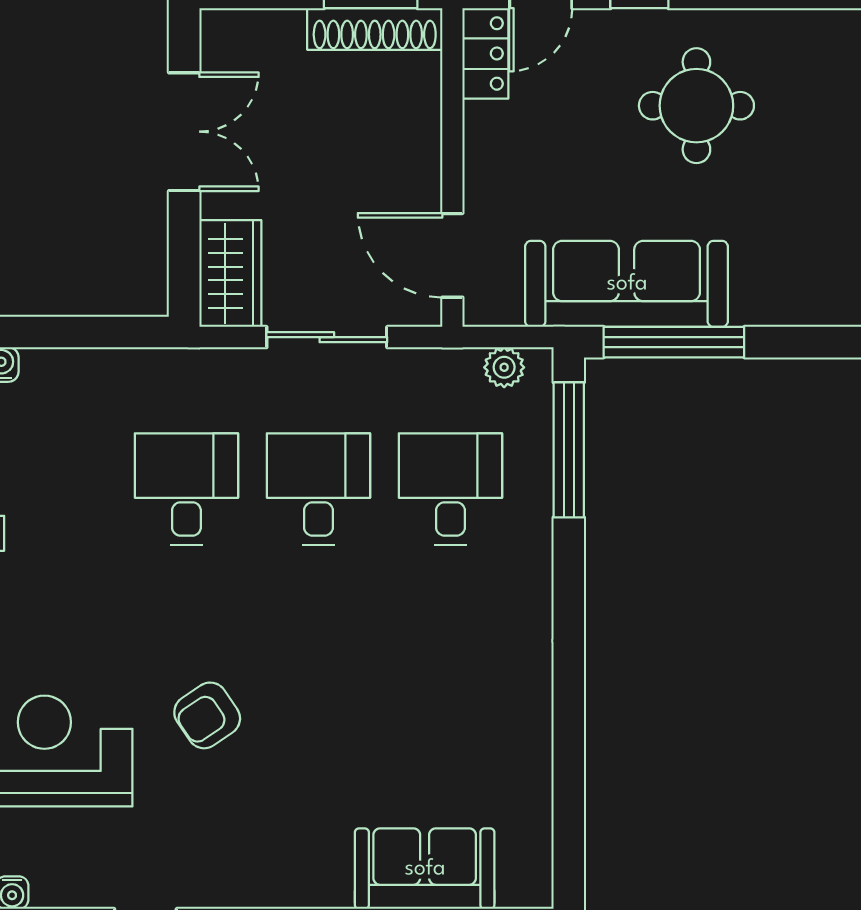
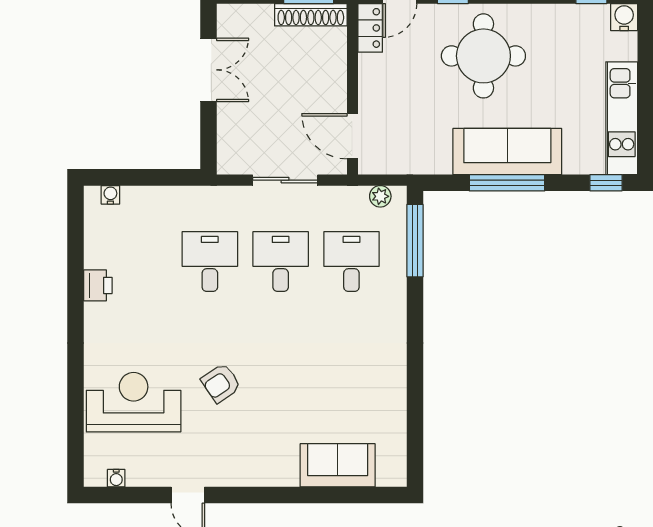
round table: (696, 106) -> (483, 56), width x1.36, depth x1.36
wardrobe: (230, 274) -> (233, 146), removed
sofa: (627, 284) -> (507, 152), moved
window: (674, 342) -> (507, 183), moved

